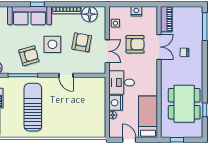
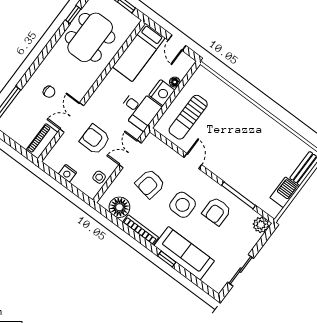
armchair: (29, 56) -> (217, 211), turned -74
sun lounger: (33, 107) -> (188, 117), moved, width x0.73, depth x0.75

